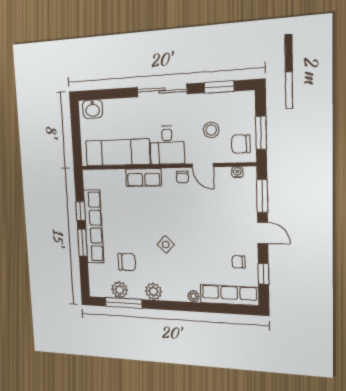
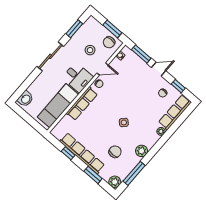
row of seats: (144, 177) -> (82, 104), width x1.48
window: (82, 243) -> (93, 175), moved
plant: (120, 290) -> (115, 182), moved

